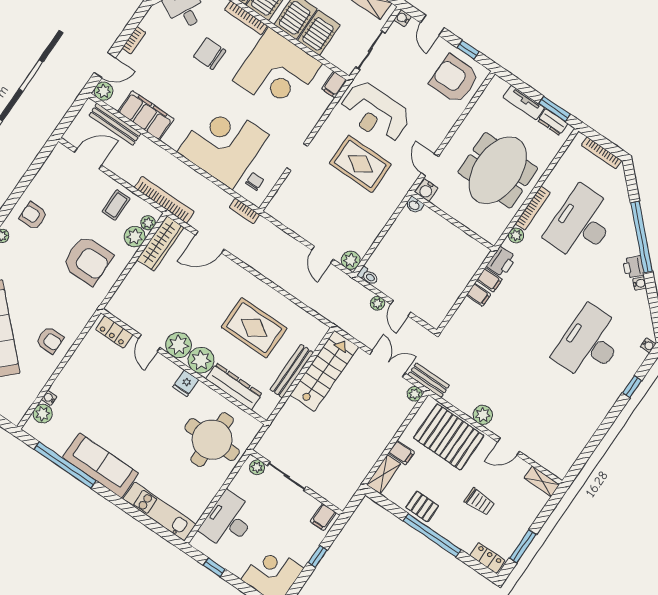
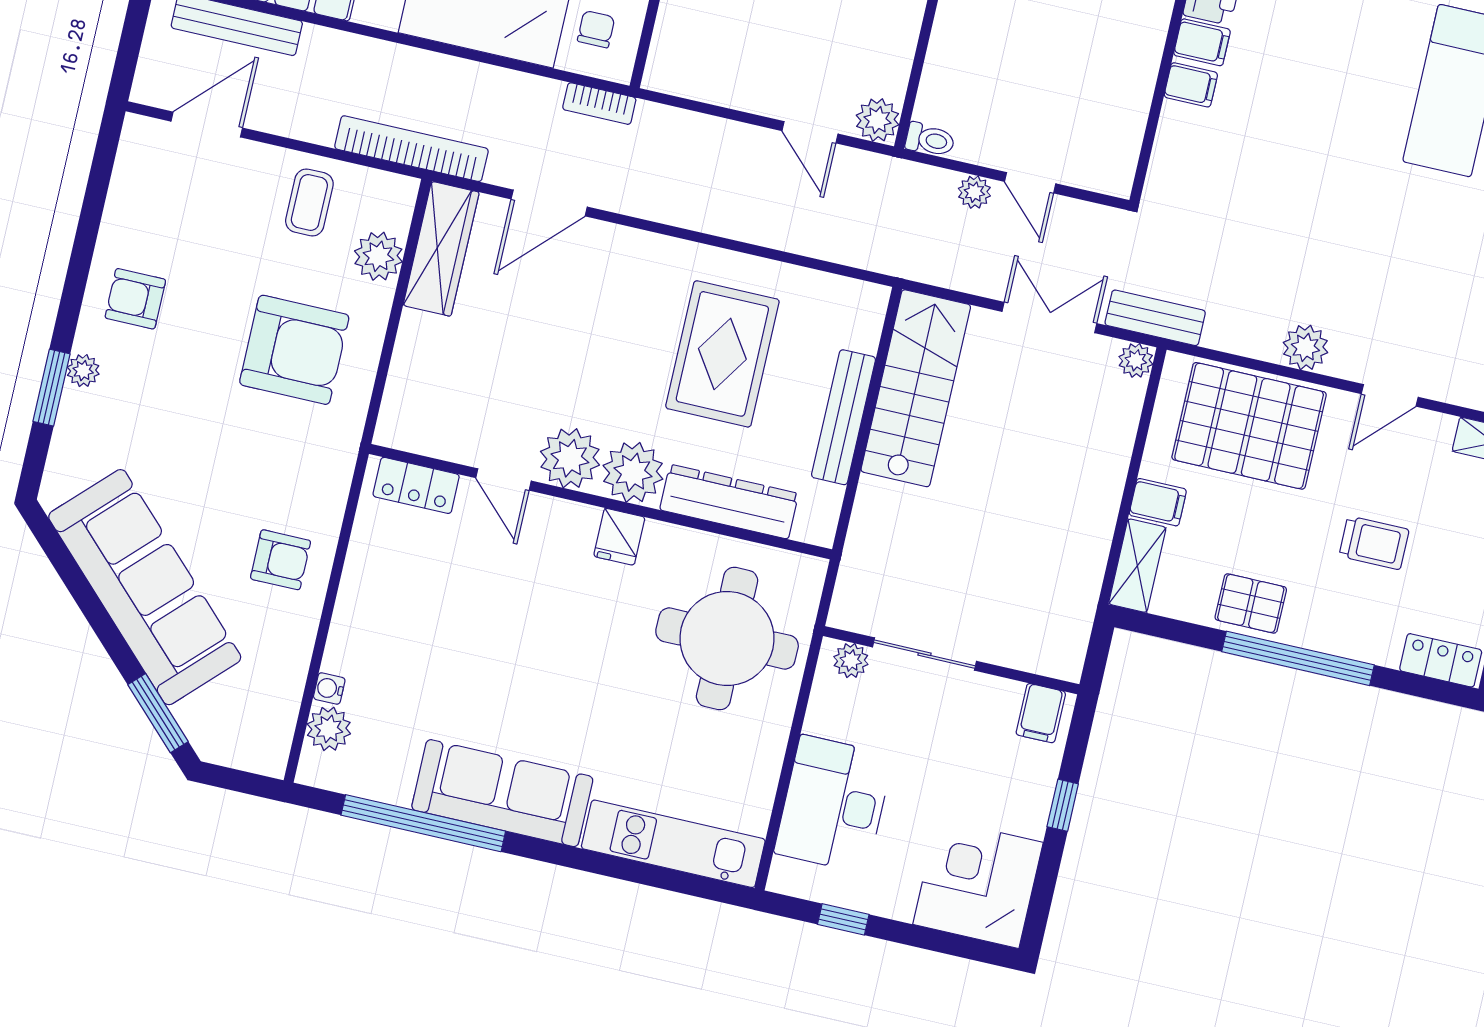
plant: (148, 223) -> (396, 214), removed
rug: (254, 328) -> (722, 354), turned 90

